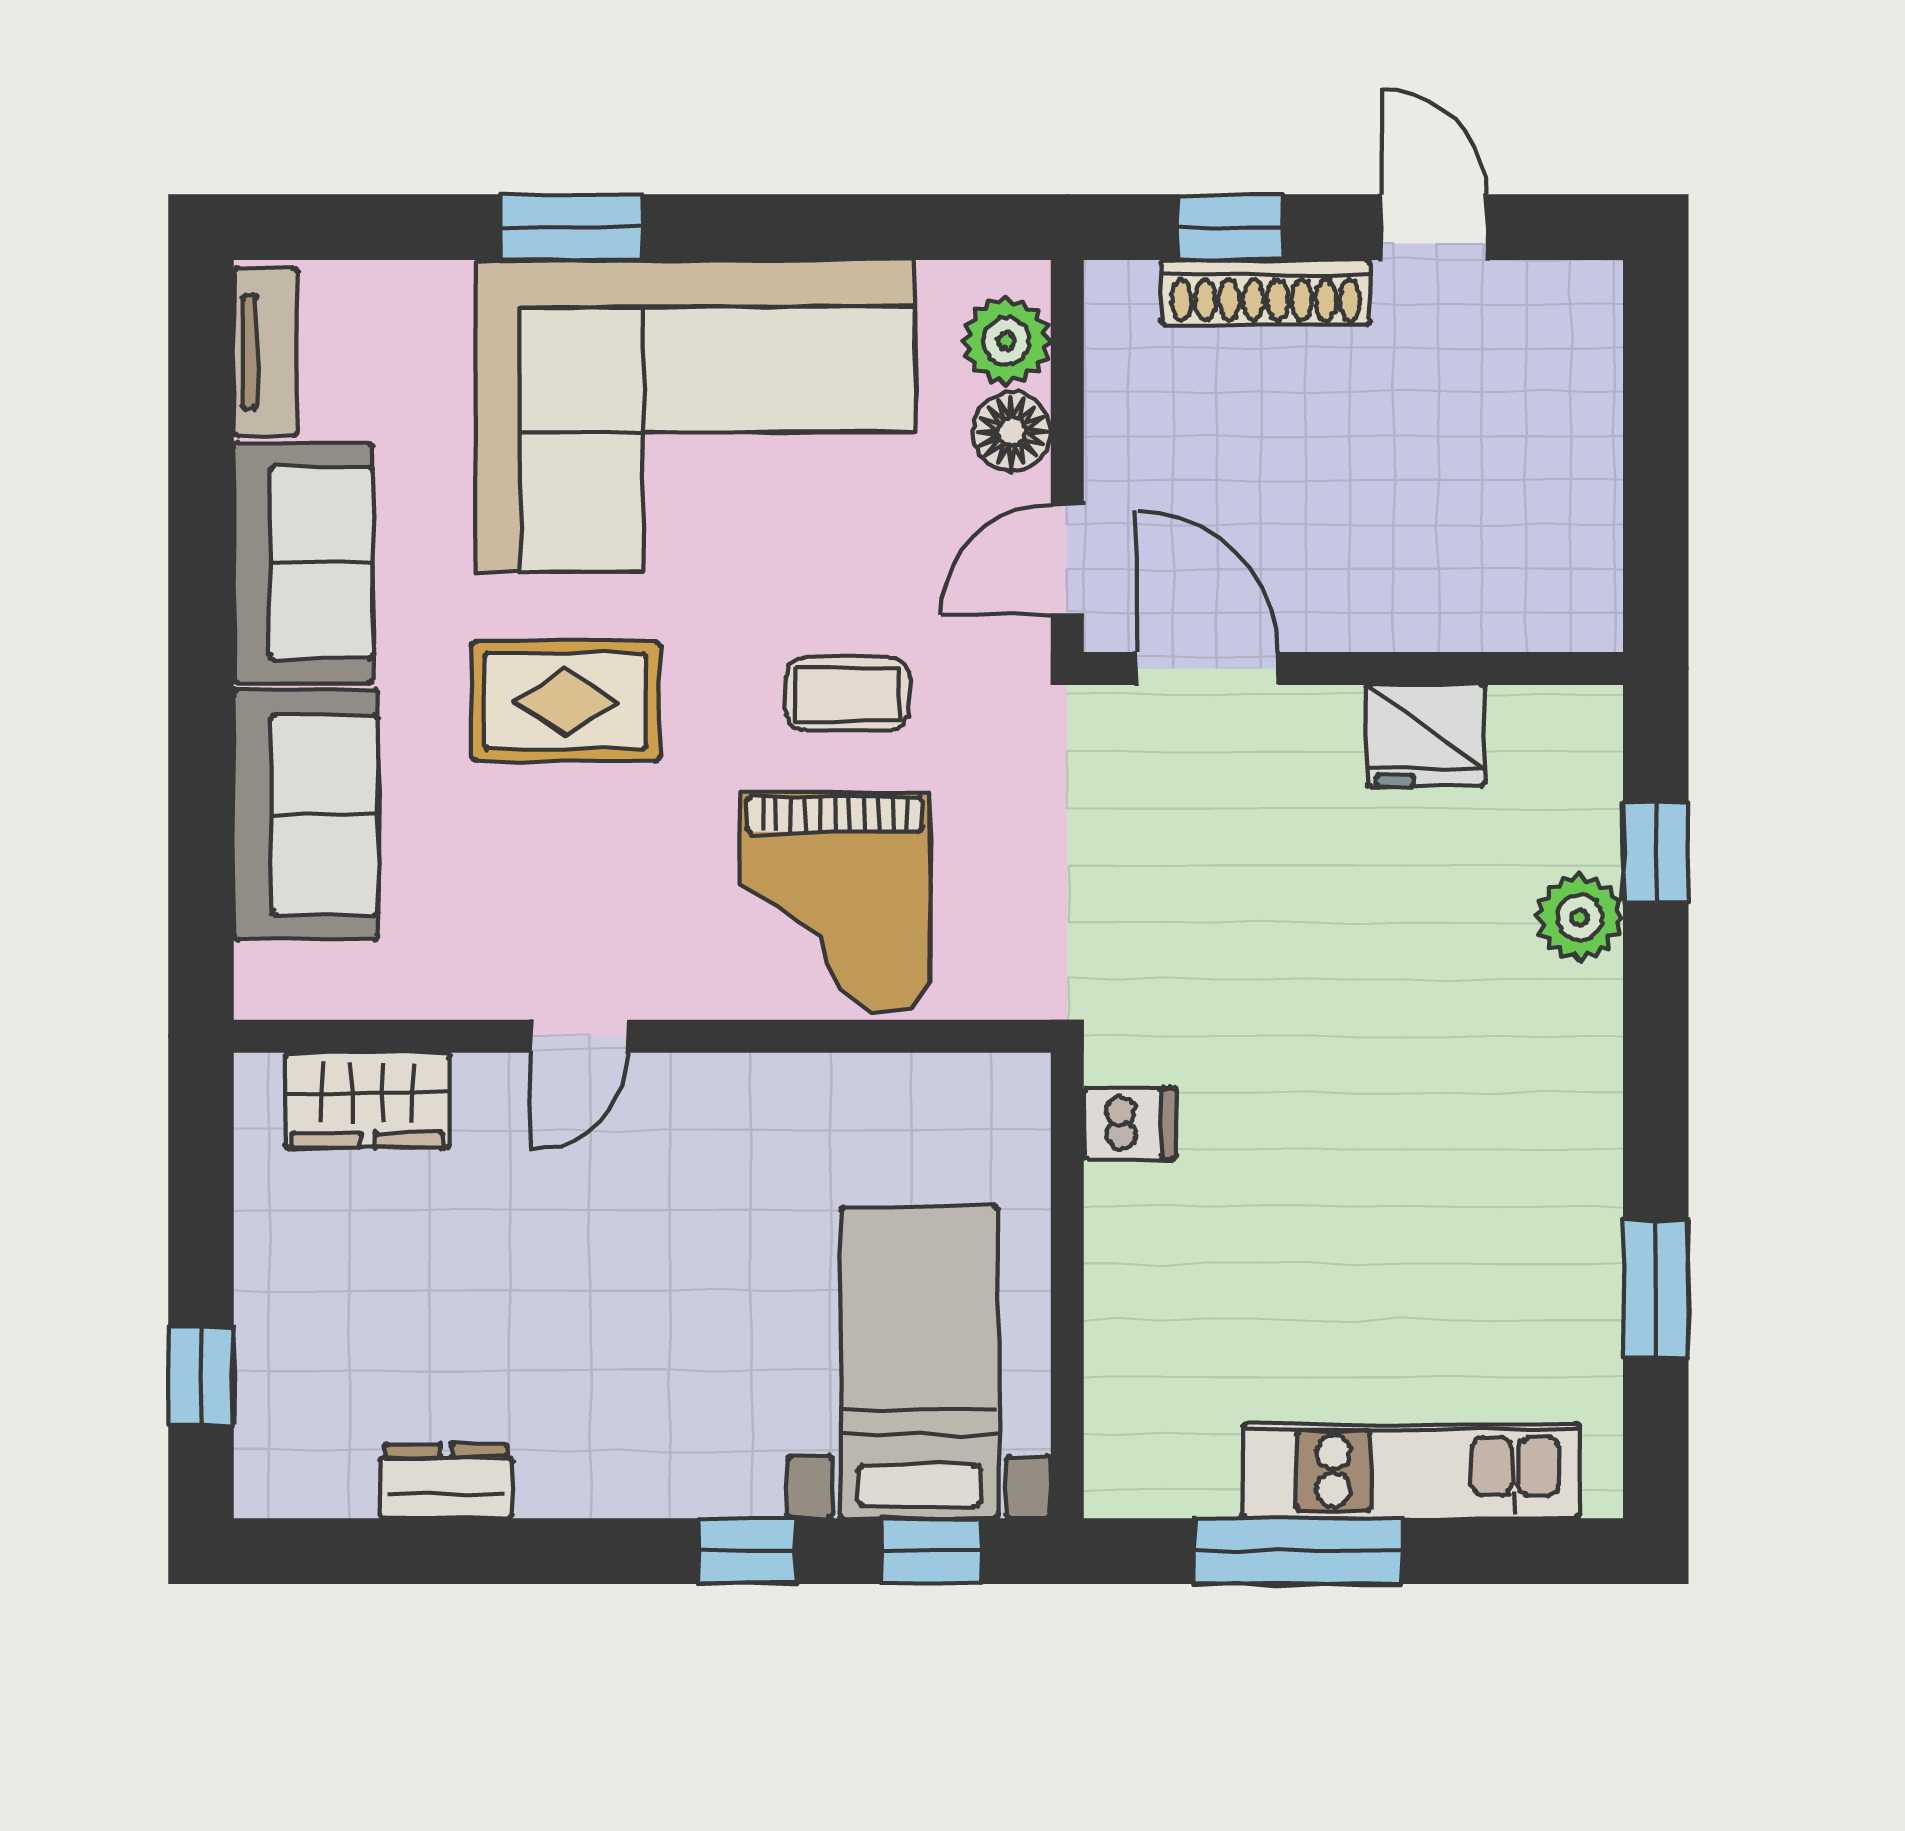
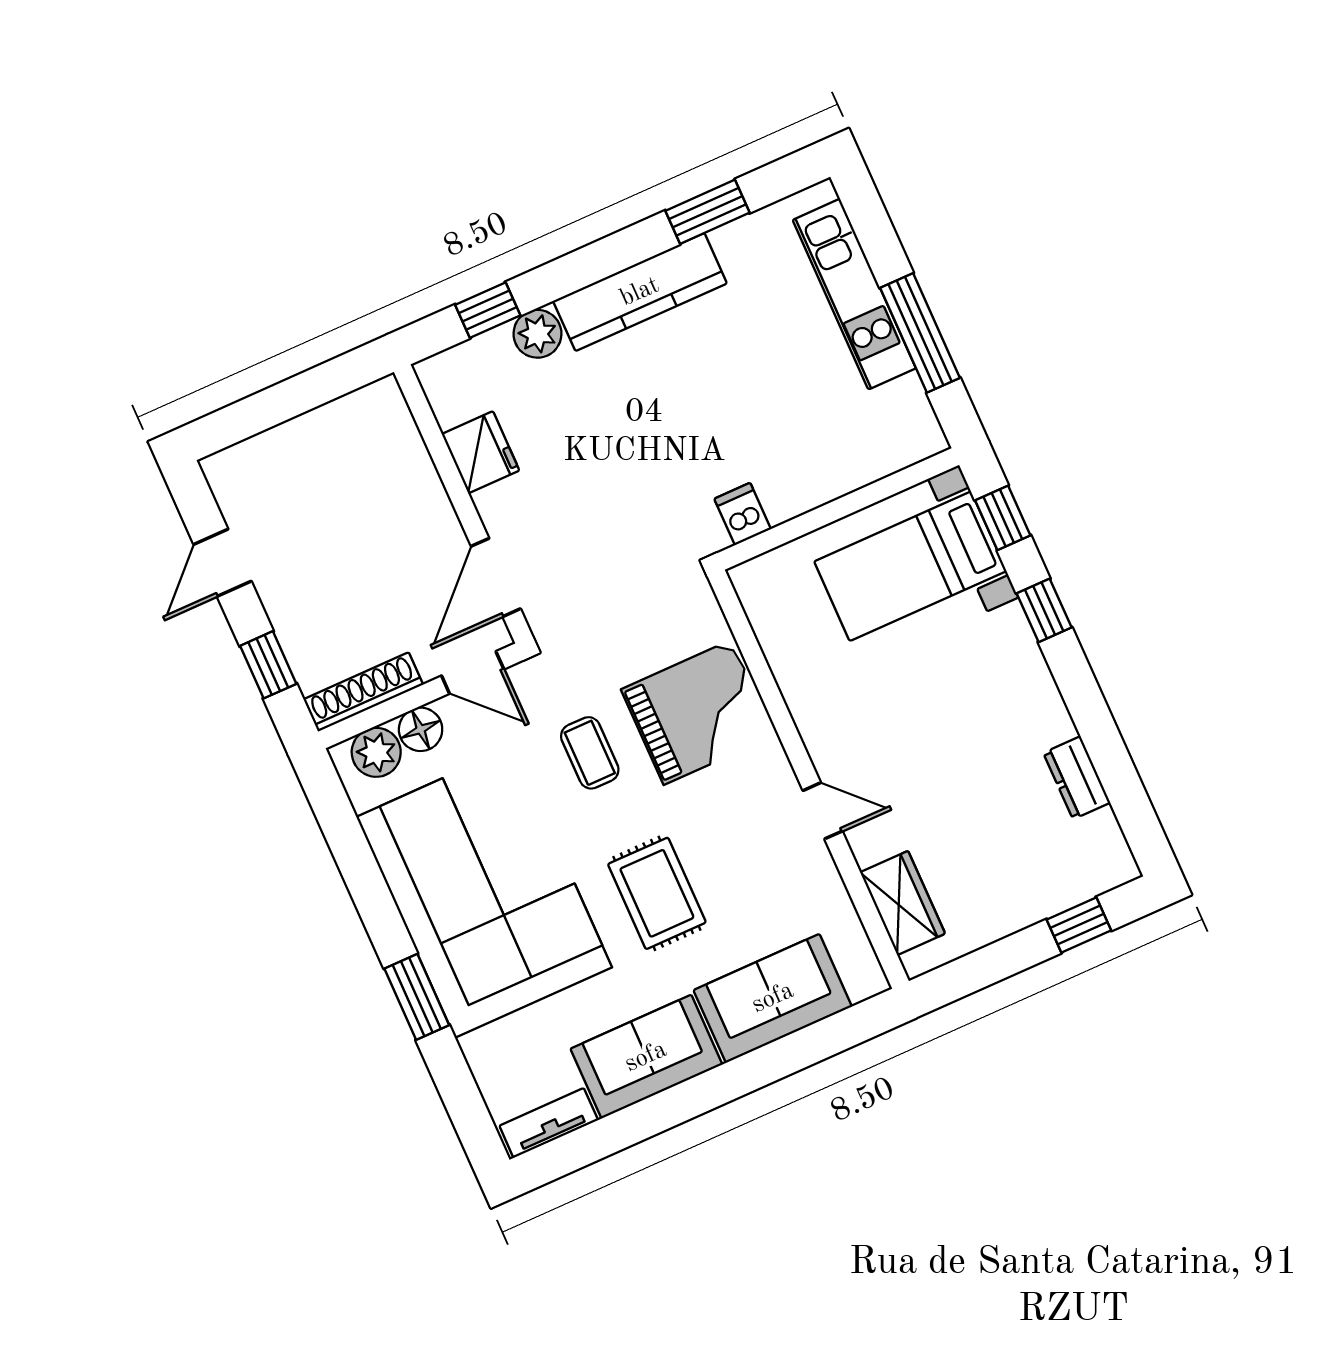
shoe rack: (1266, 292) -> (363, 692), moved, turned -90
kitchen counter: (1573, 1118) -> (640, 292), added

